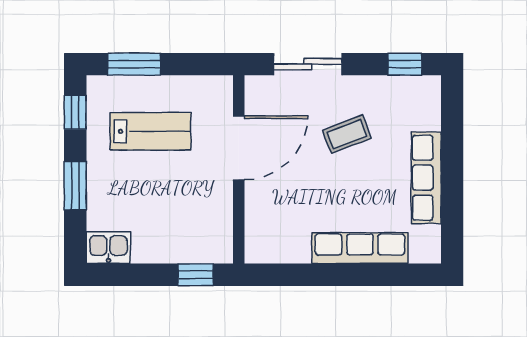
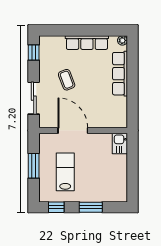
window: (134, 64) -> (34, 166), moved
kitchen sink: (108, 248) -> (120, 143), moved
plant: (431, 253) -> (122, 40), added
window: (196, 275) -> (133, 151), removed

